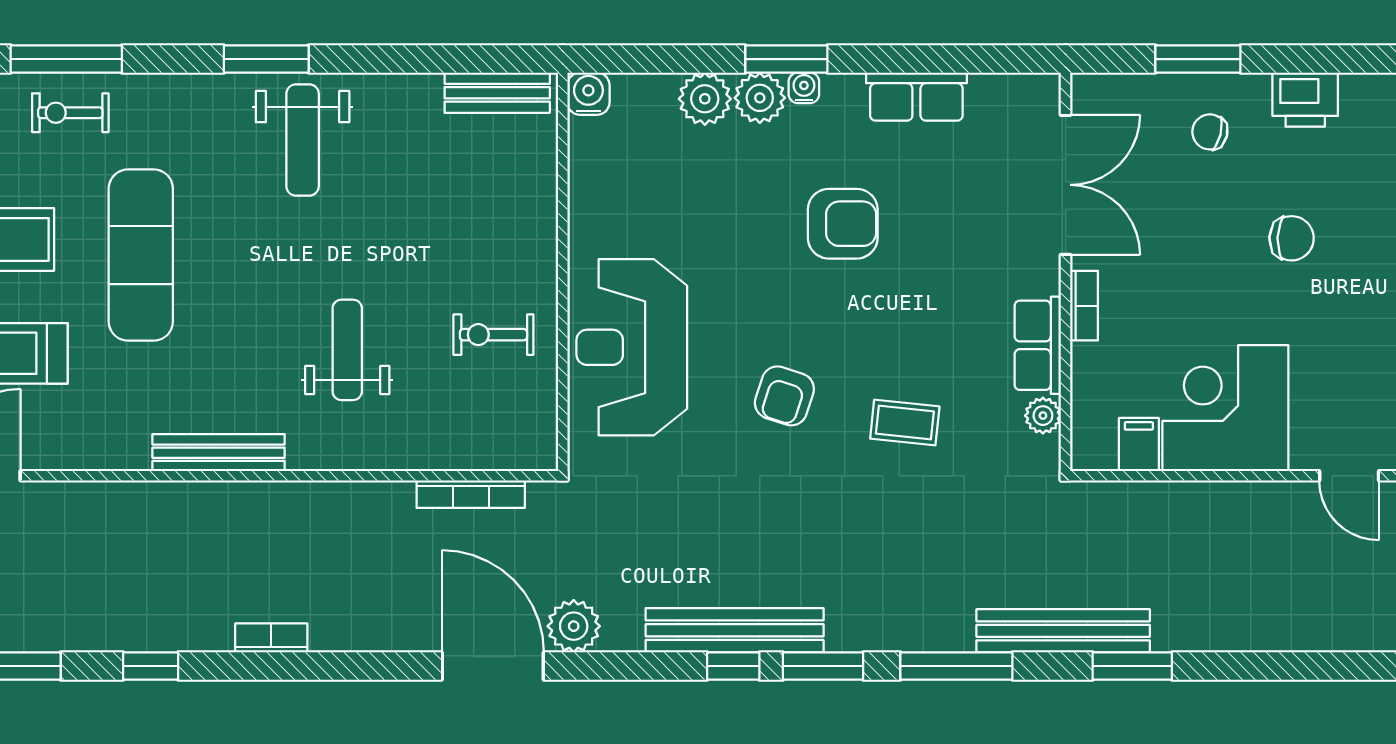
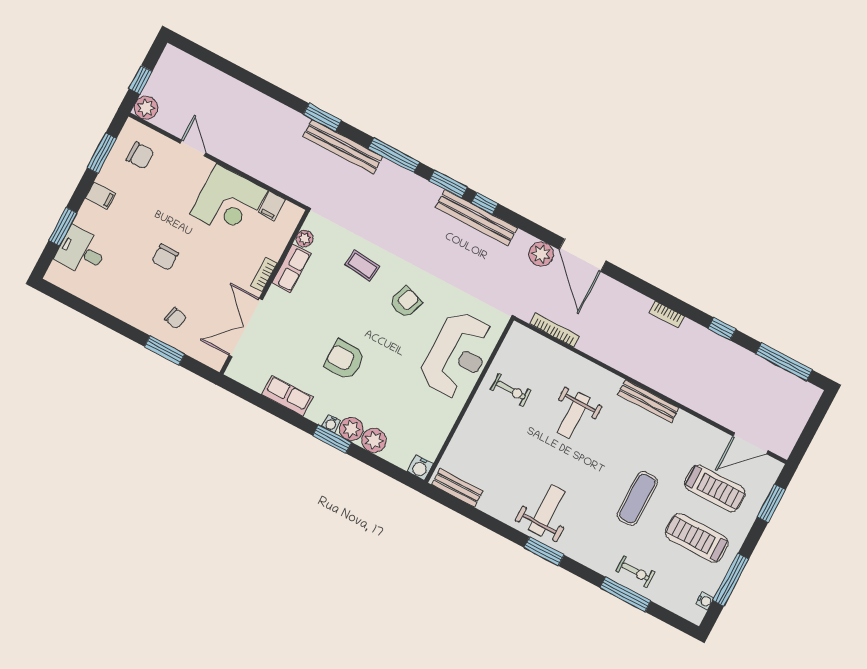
printer: (1305, 100) -> (130, 311), removed
chair: (1292, 238) -> (165, 257), turned -92
exercise mat: (141, 255) -> (637, 498), width x0.73, depth x0.69

